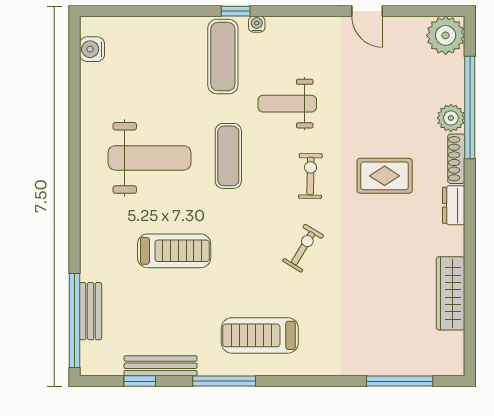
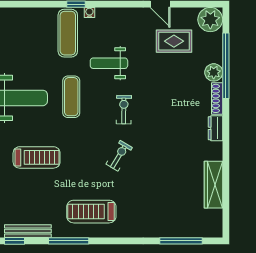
rug: (385, 176) -> (174, 41), moved

